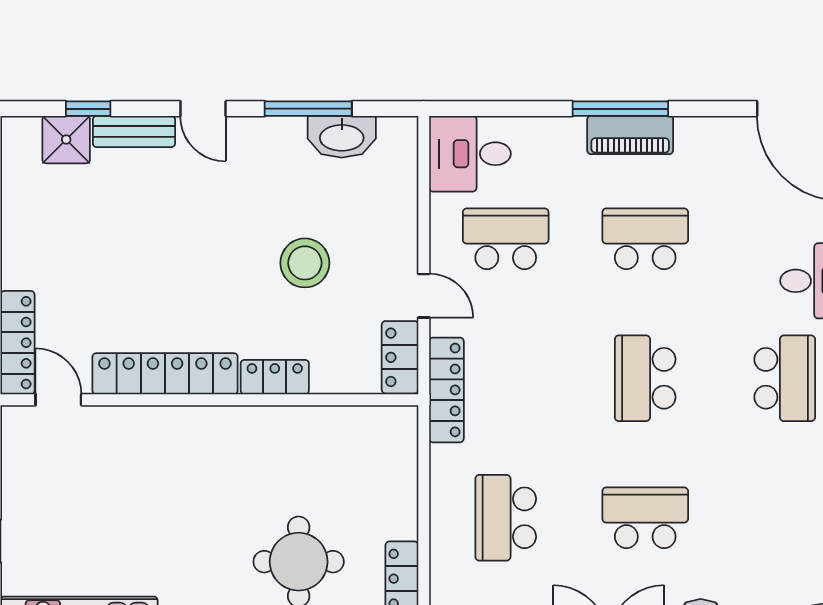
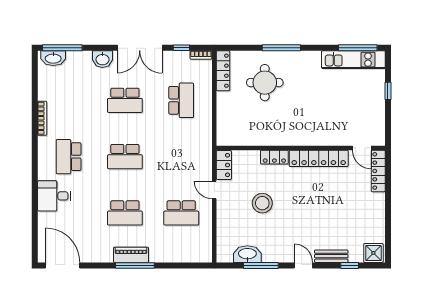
shower: (66, 140) -> (373, 253), moved
desk: (470, 154) -> (196, 247), removed
school desk: (645, 378) -> (125, 157), turned 90
locker: (446, 390) -> (205, 152), removed

